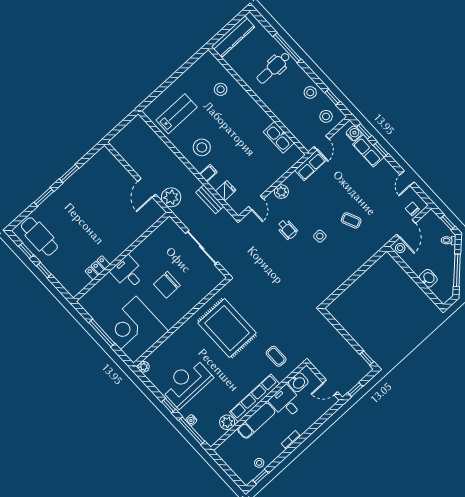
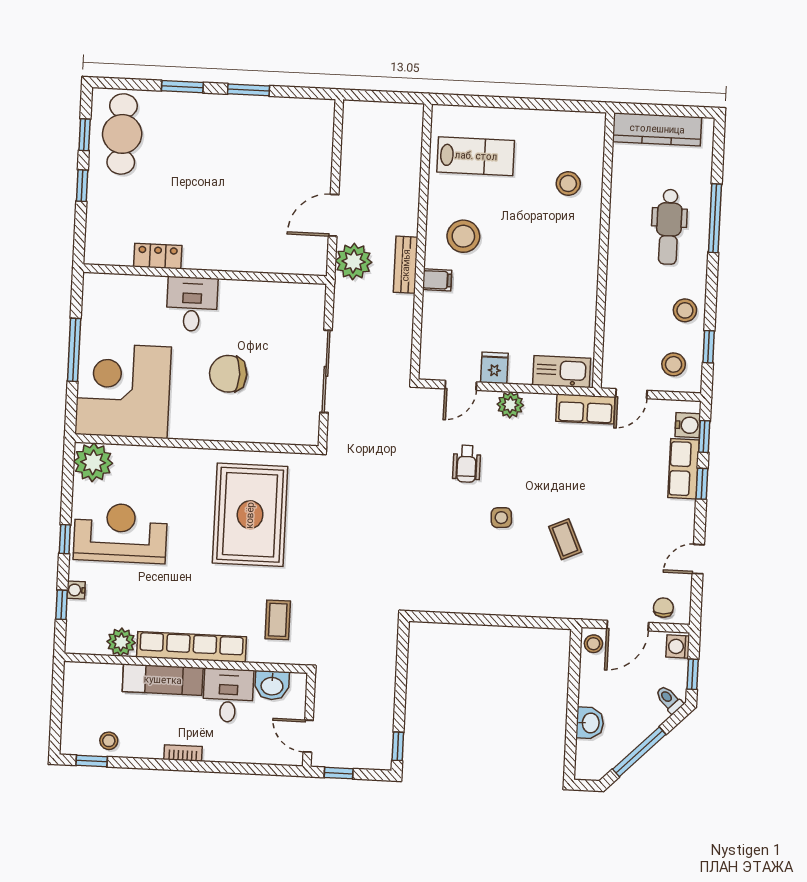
dental chair: (273, 68) -> (669, 227), turned -90
kitchen sink: (279, 137) -> (562, 372), moved, turned 90
fridge: (226, 191) -> (494, 368), moved, turned -90
bench: (210, 199) -> (406, 265), moved
washing machine: (432, 218) -> (678, 646), added
plant: (144, 367) -> (93, 462), width x1.88, depth x1.88
window: (192, 431) -> (62, 605), width x0.46

